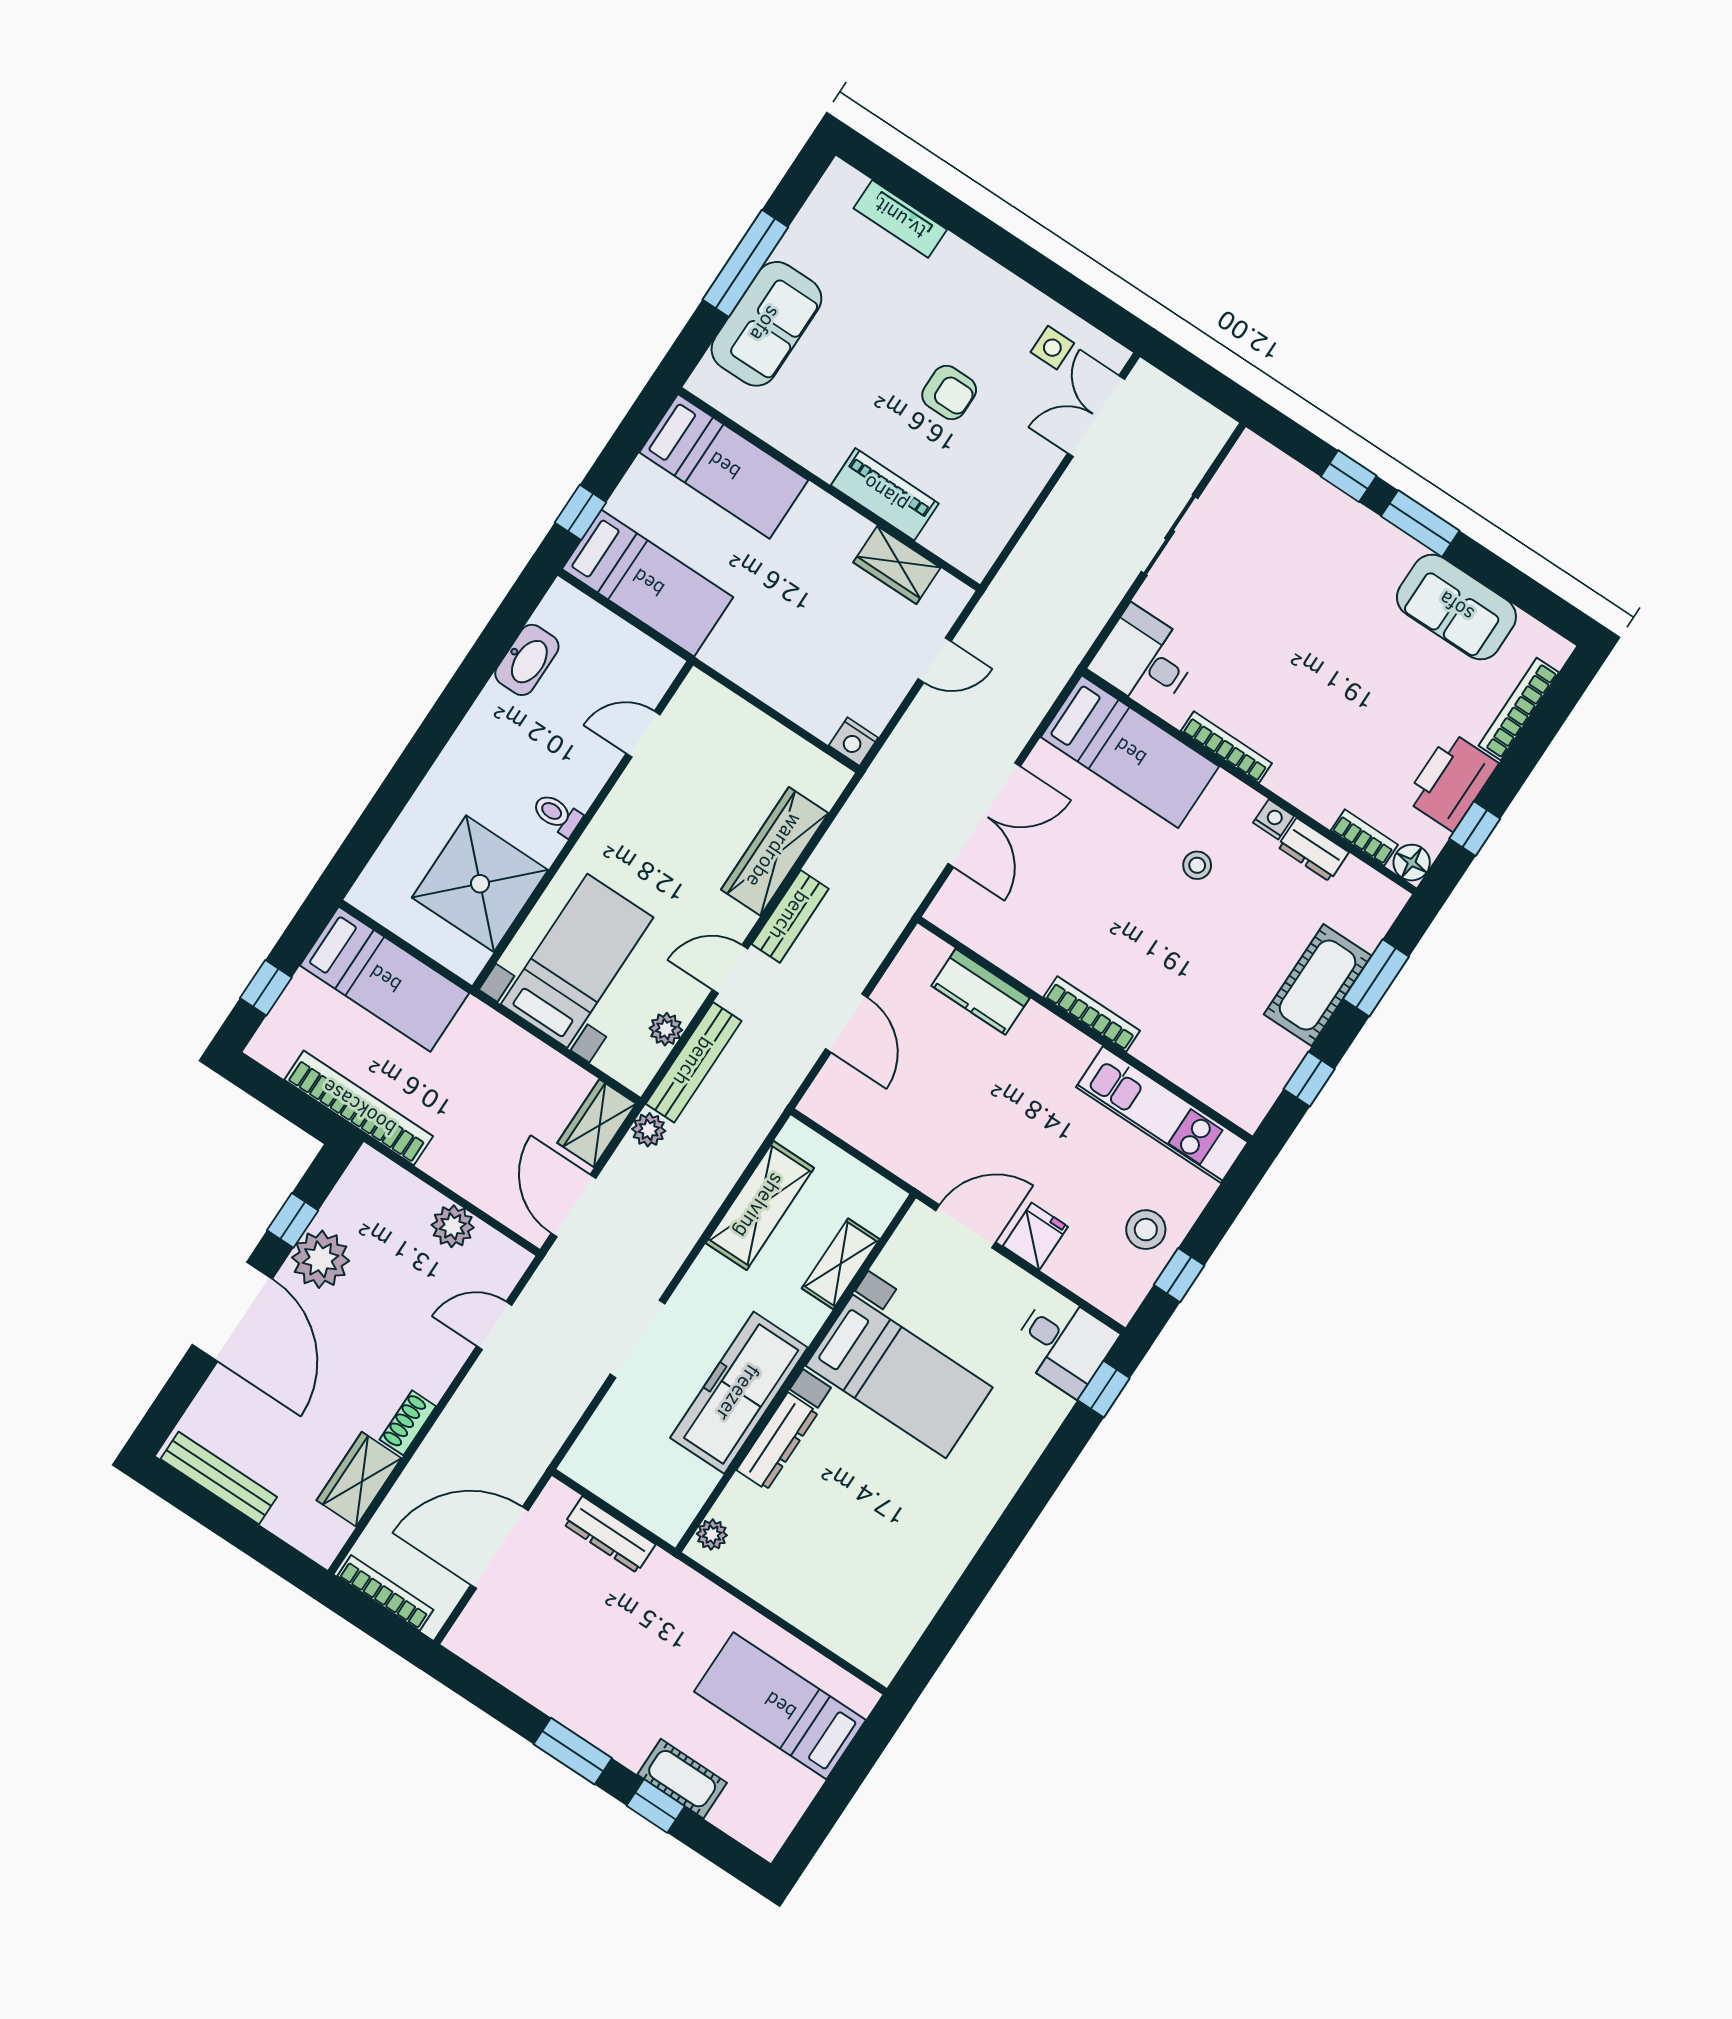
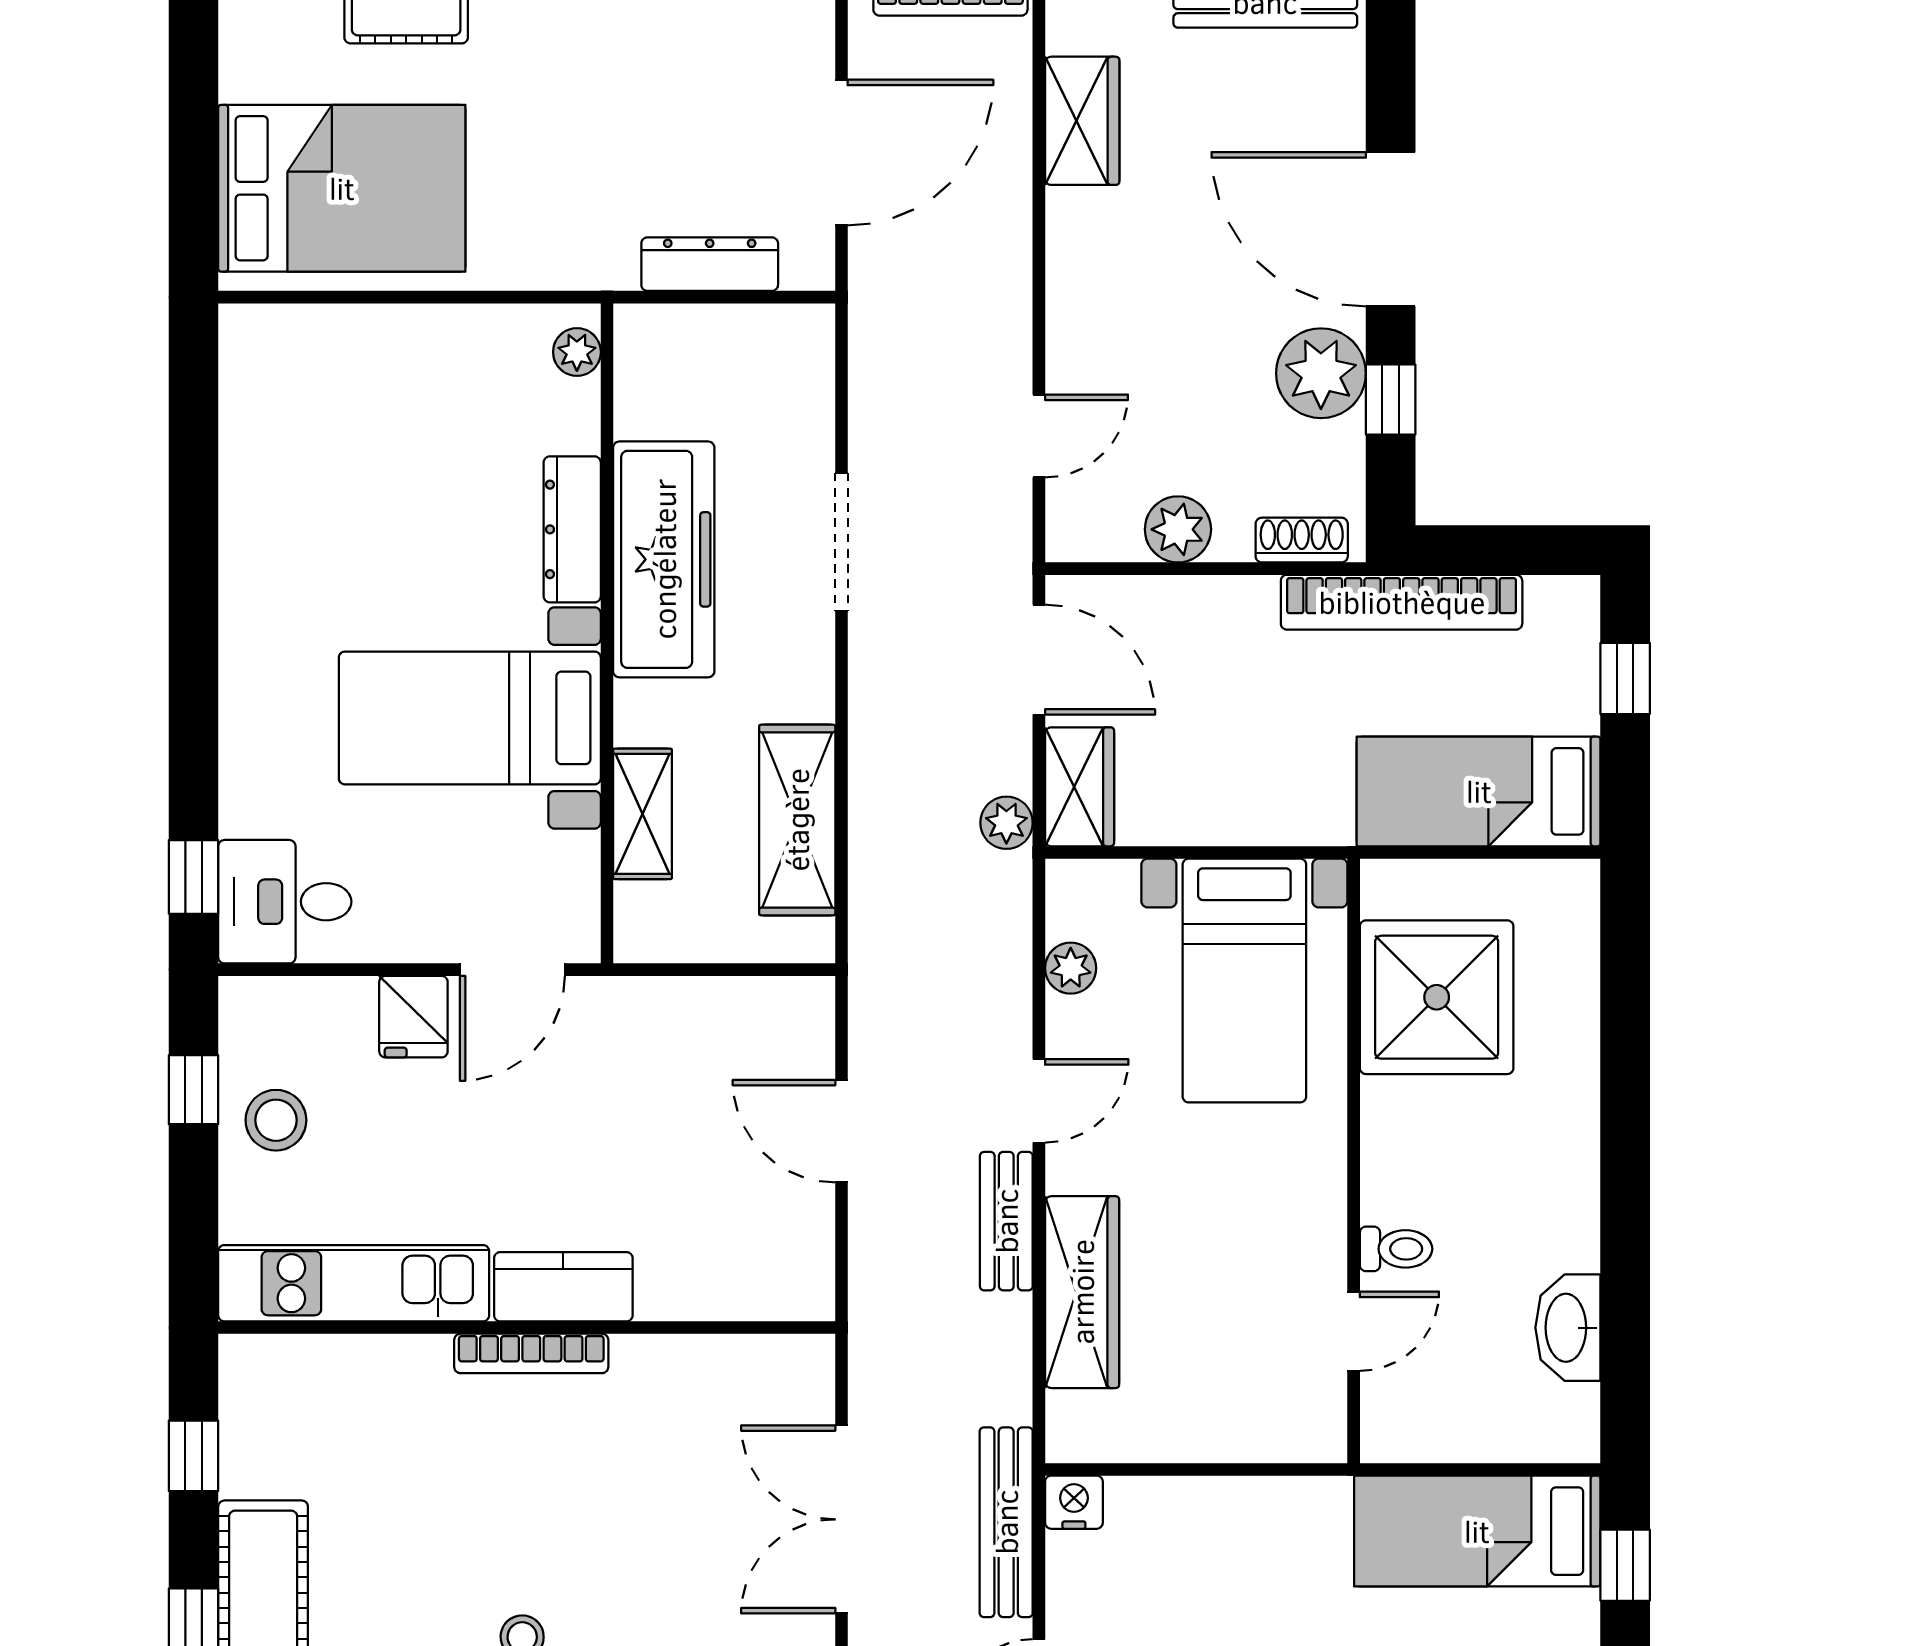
toilet: (557, 815) -> (1396, 1249), moved
kitchen counter: (981, 992) -> (563, 1287), moved
bench: (694, 1062) -> (1006, 1522), moved
shoe rack: (408, 1423) -> (1302, 540), moved, turned -90
bed: (780, 1706) -> (342, 188), width x1.50

